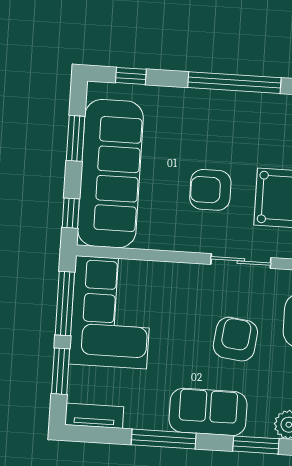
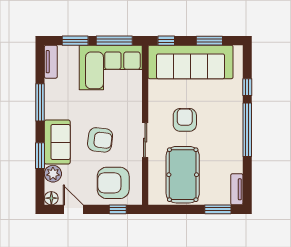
window: (131, 76) -> (247, 87), moved
sofa: (208, 412) -> (57, 142), moved

